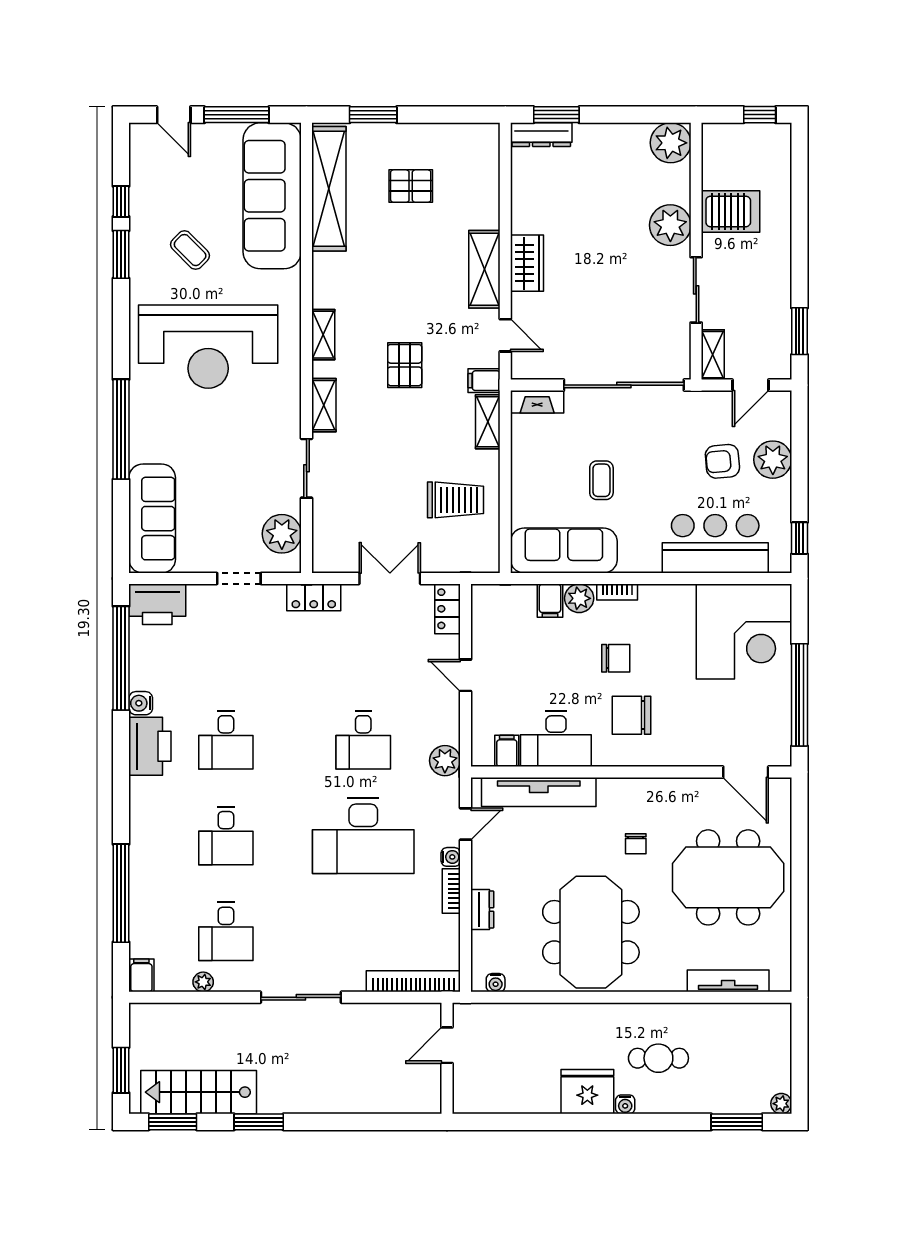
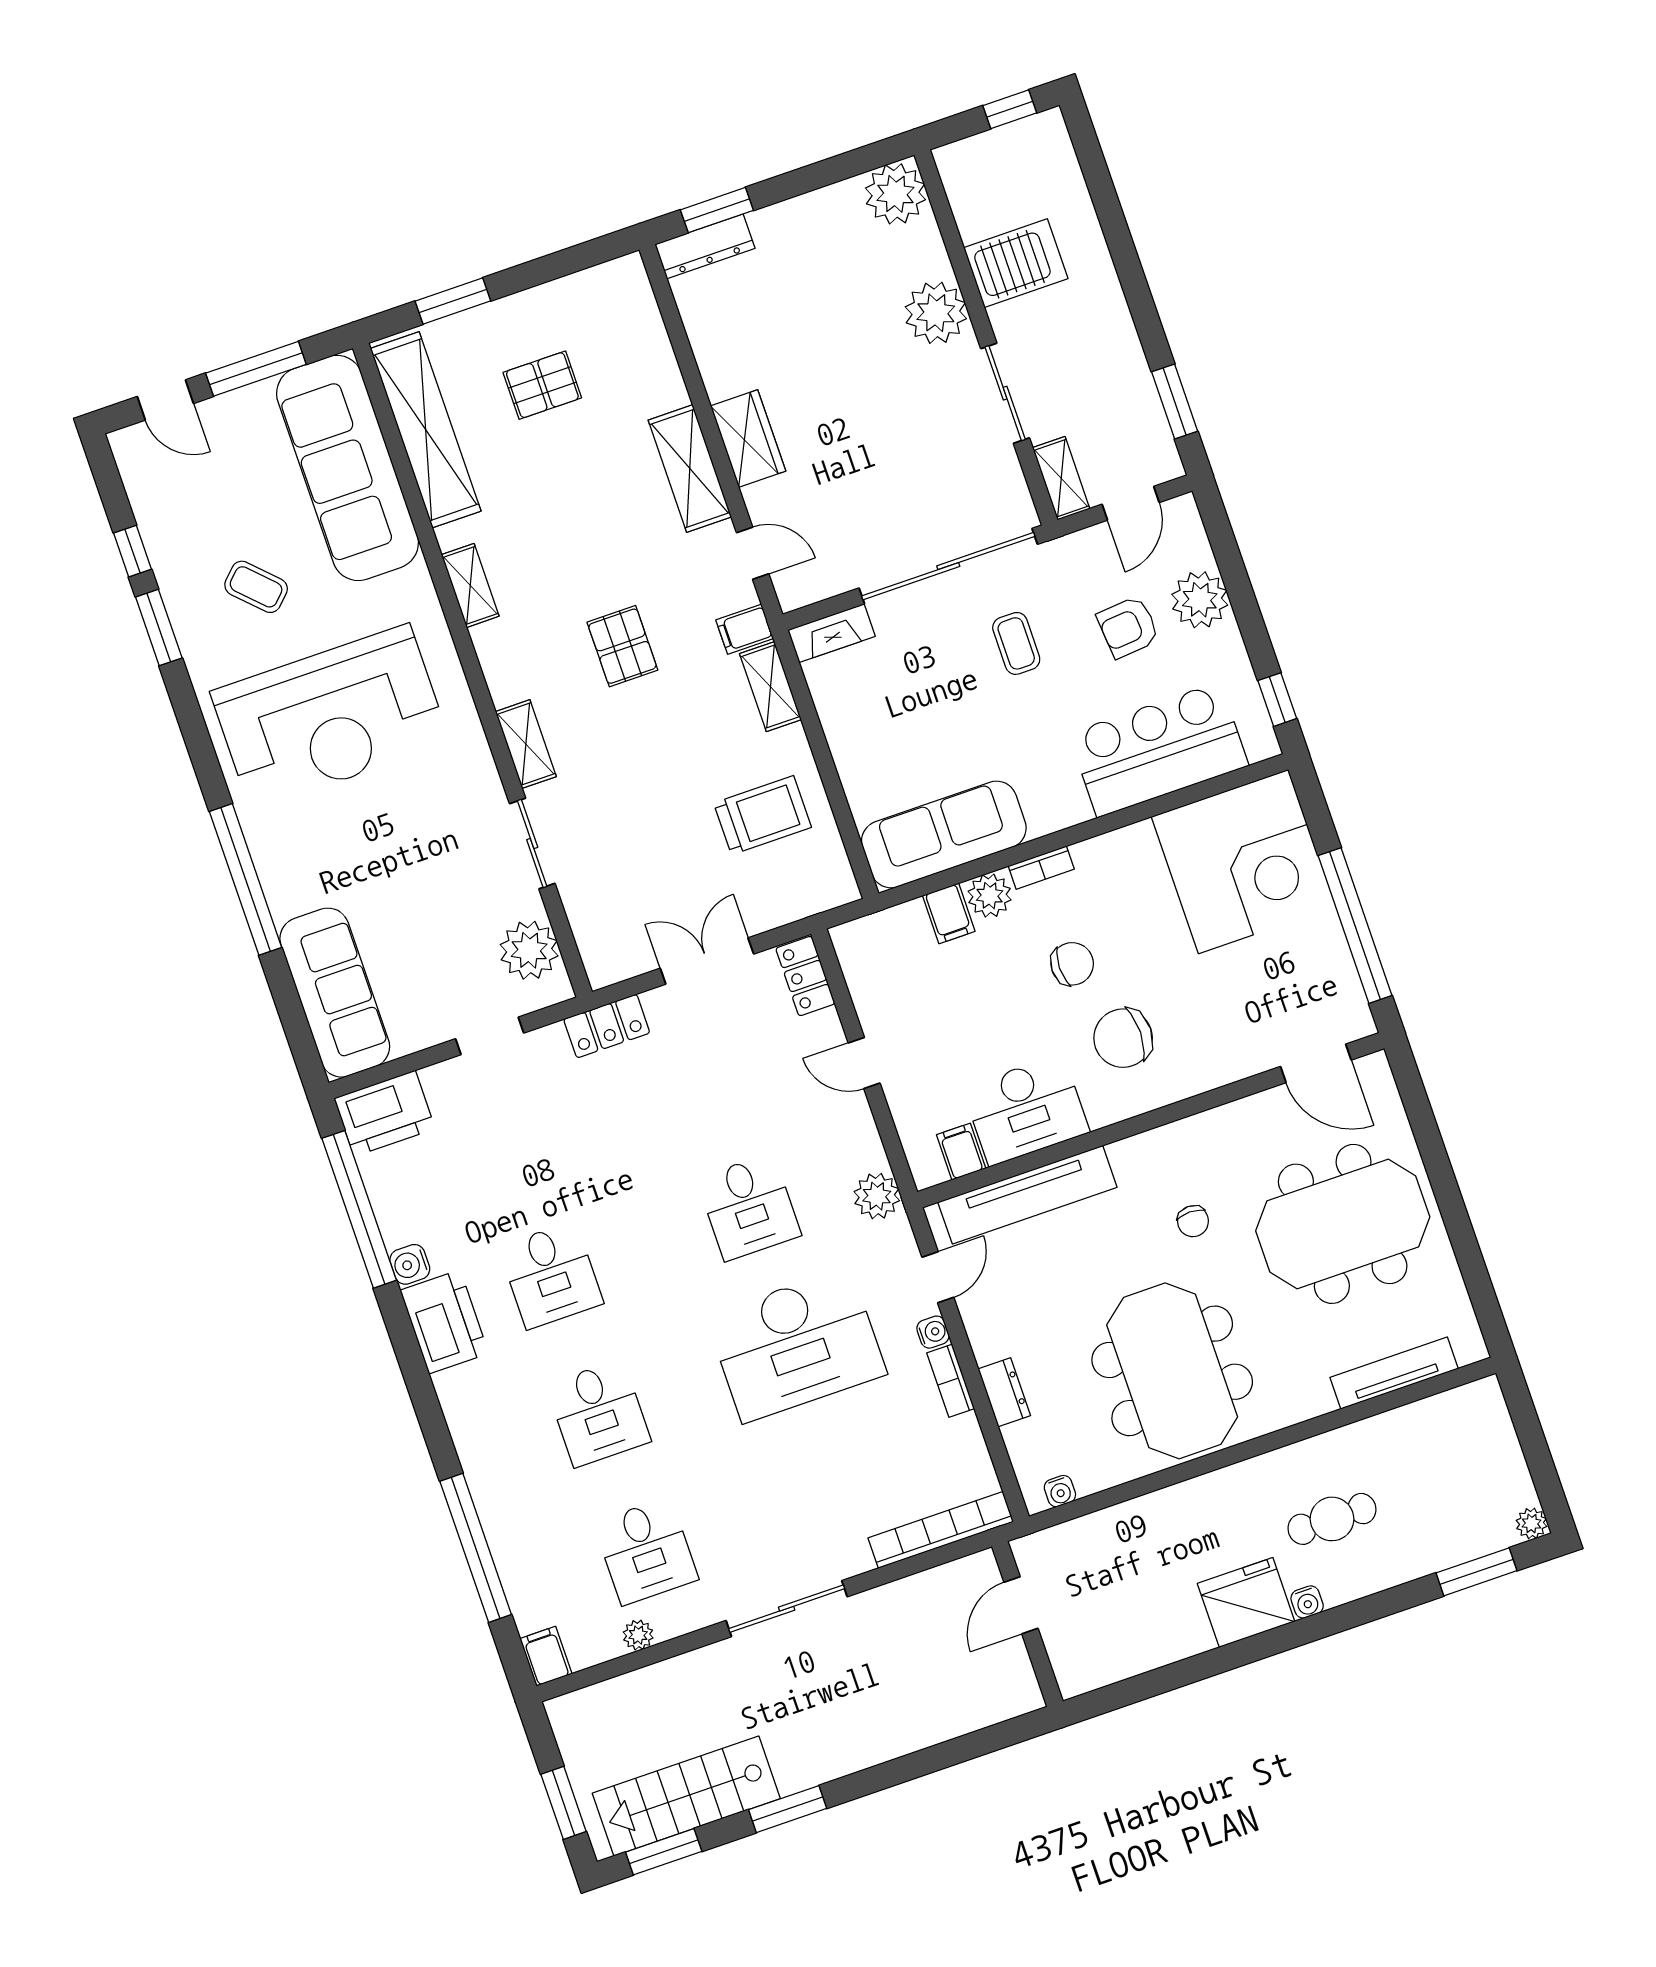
shelving: (323, 335) -> (470, 585), moved
coffee table: (601, 480) -> (1016, 643), moved

